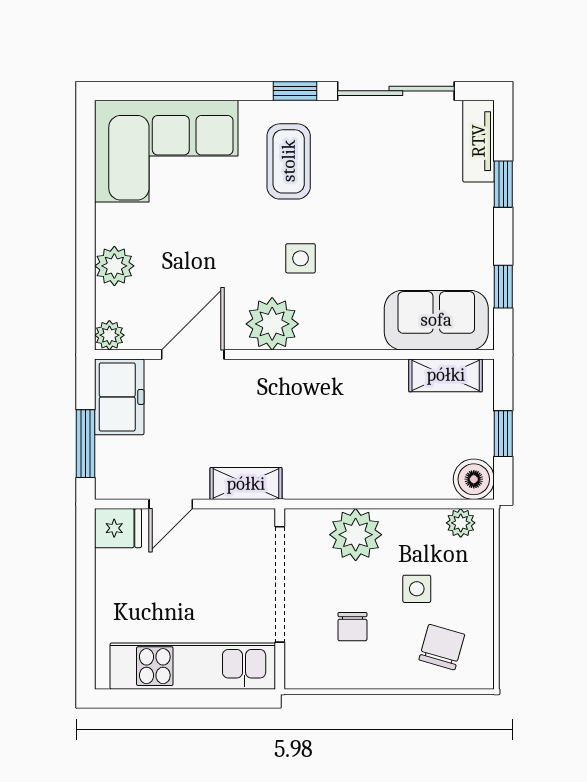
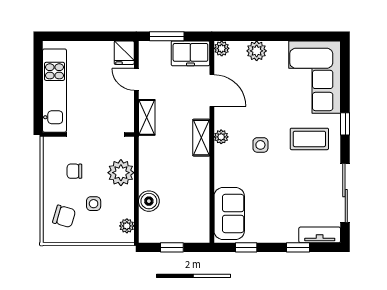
window: (295, 91) -> (345, 124), moved
plant: (272, 324) -> (221, 137), width x0.53, depth x0.53
shelving: (446, 375) -> (201, 138), moved
boiler: (474, 479) -> (149, 201), moved

